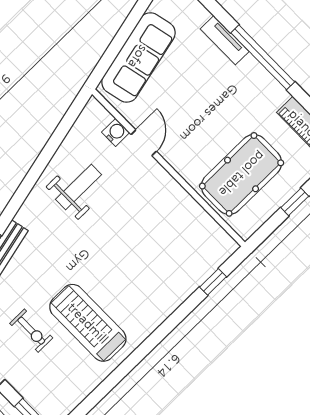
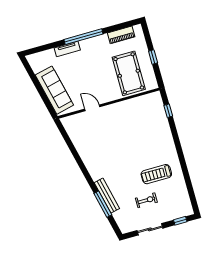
water cooler: (116, 132) -> (81, 117), removed
weight bench: (79, 187) -> (96, 146), removed
treadmill: (88, 323) -> (156, 174), width x0.73, depth x0.73

